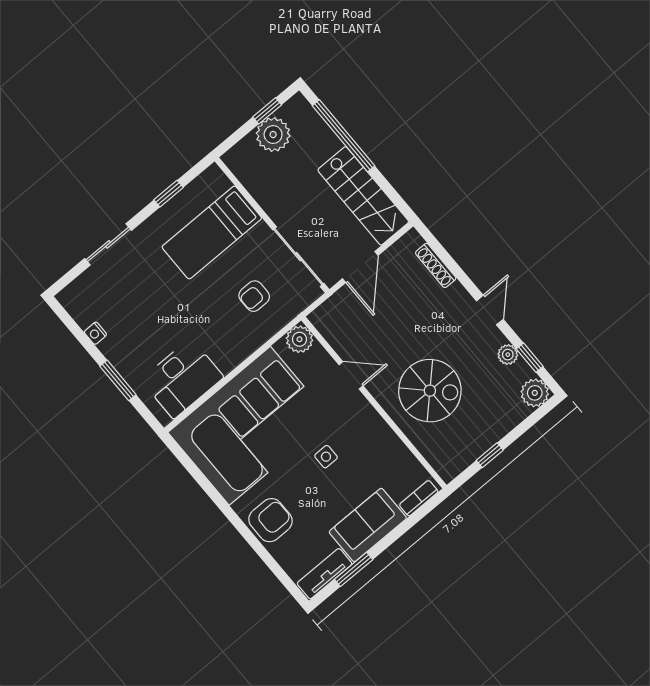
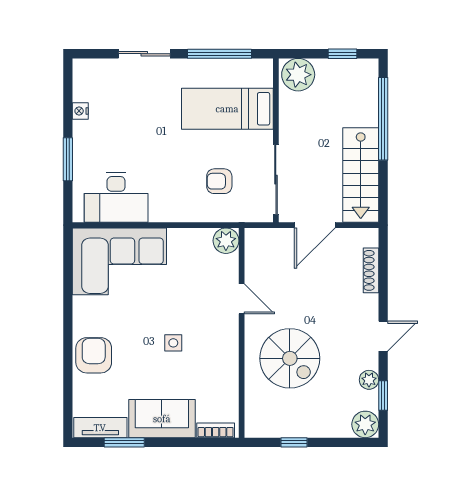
plant: (273, 135) -> (298, 75), moved
window: (168, 194) -> (219, 54), width x2.17
corner sofa: (250, 426) -> (119, 261), width x0.73, depth x0.74
armchair: (271, 520) -> (94, 355), turned -90

